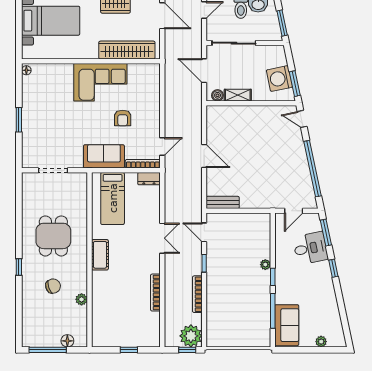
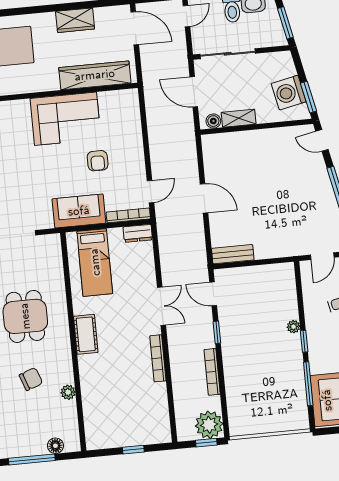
bookcase: (155, 293) -> (158, 358), moved

